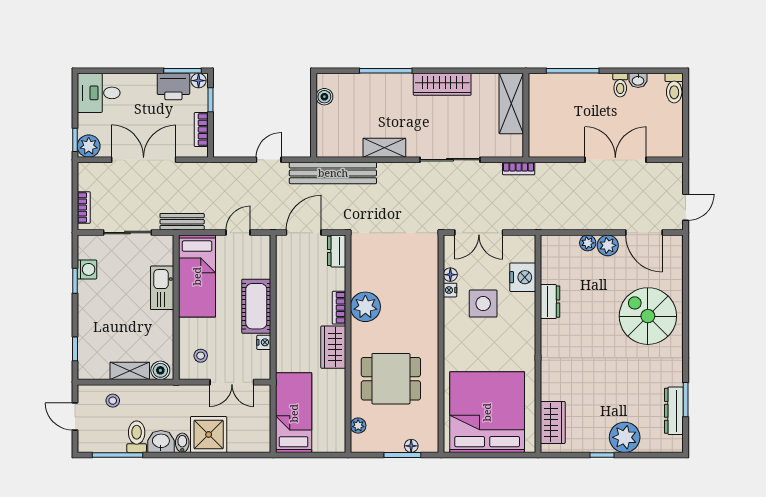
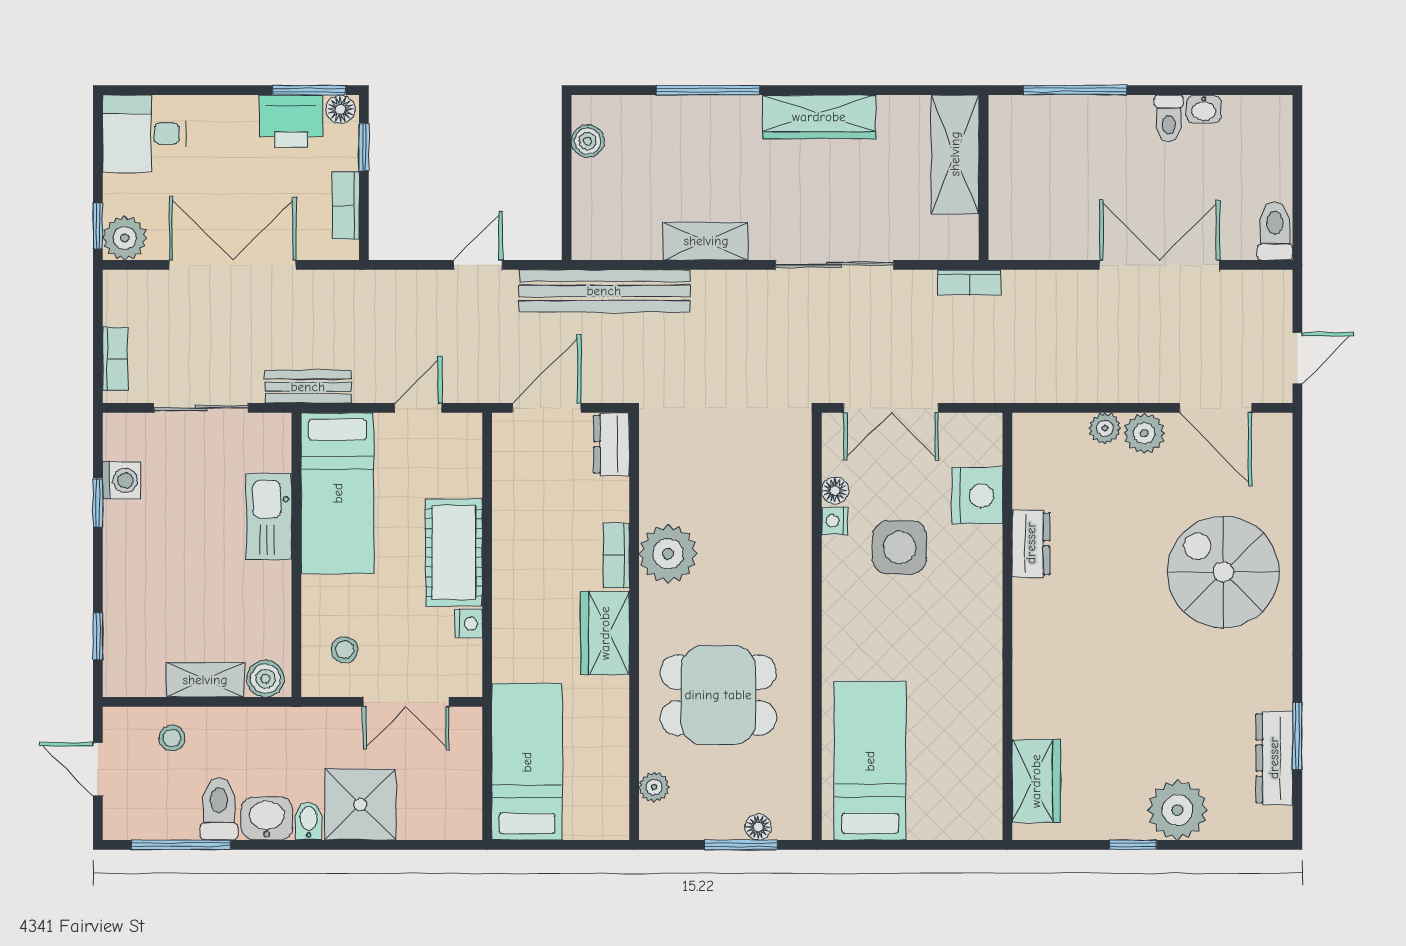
toilet: (674, 88) -> (1275, 231), moved, turned 180
bed: (487, 412) -> (870, 761), width x0.49

